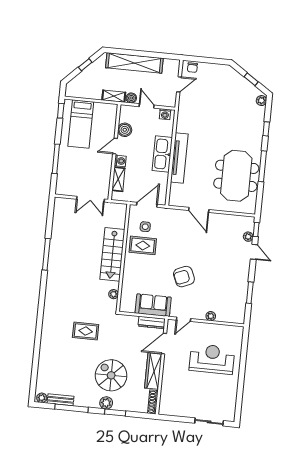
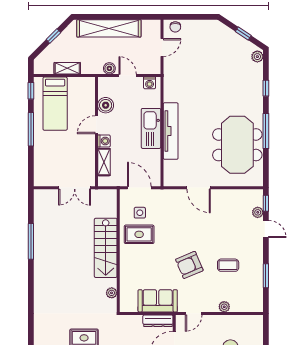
shelving: (114, 96) -> (67, 68), moved
window: (56, 159) -> (31, 129), moved
door: (147, 205) -> (139, 188), hinge flipped
window: (46, 254) -> (31, 241), moved
coffee table: (218, 280) -> (228, 265), added

